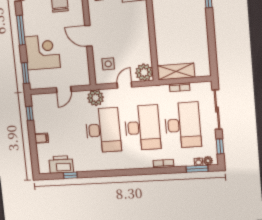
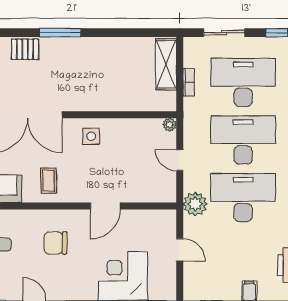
side table: (108, 64) -> (91, 136), moved
plant: (144, 72) -> (170, 125), width x0.53, depth x0.53
shelving: (176, 72) -> (166, 64), moved
sliding door: (217, 110) -> (224, 33), width x0.73

